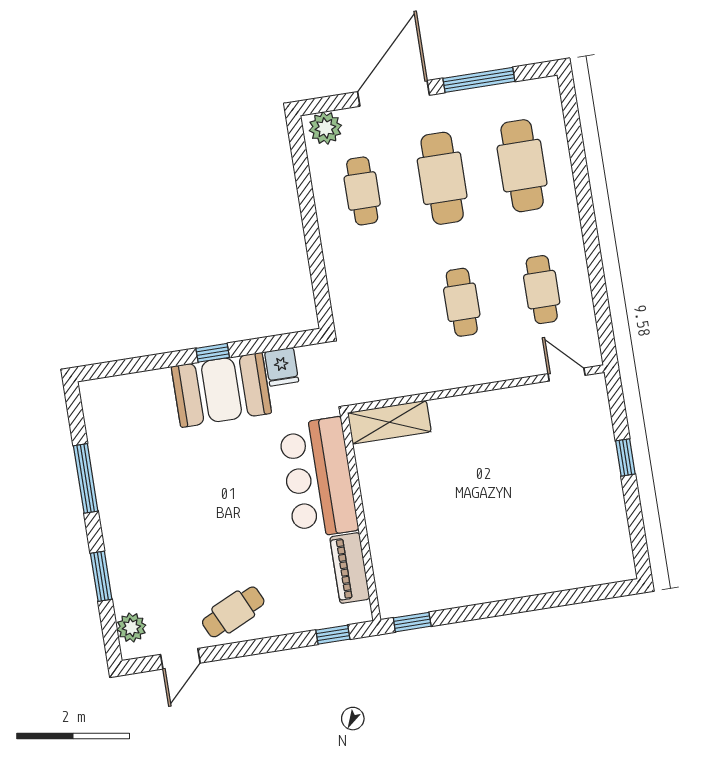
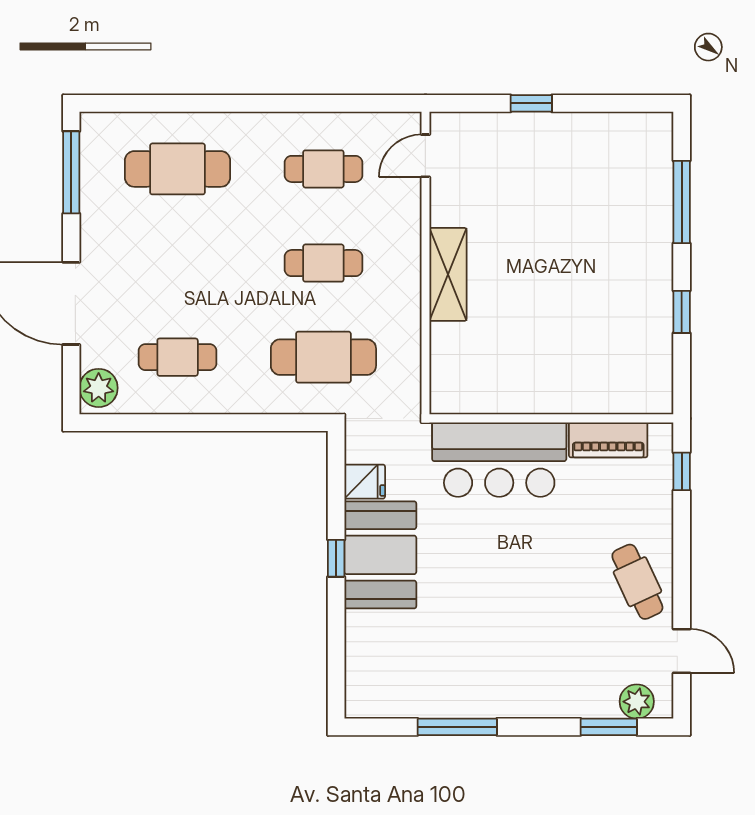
window: (479, 80) -> (71, 172), moved
cafe table: (442, 178) -> (323, 357), moved
shelving: (389, 422) -> (448, 274), moved
window: (101, 576) -> (609, 727), moved
window: (562, 598) -> (682, 202), added
window: (412, 622) -> (682, 312), moved

